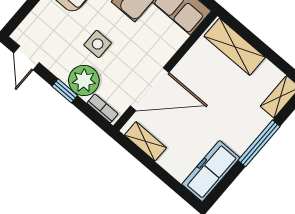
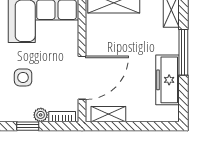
plant: (84, 81) -> (41, 115), width x0.53, depth x0.53
freezer: (211, 171) -> (168, 80), moved

